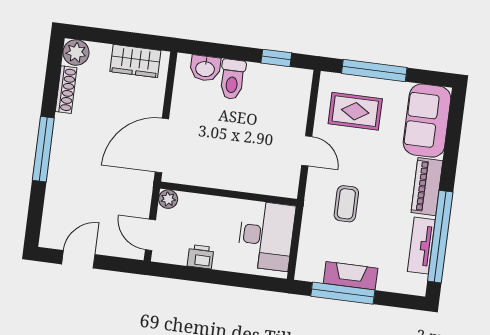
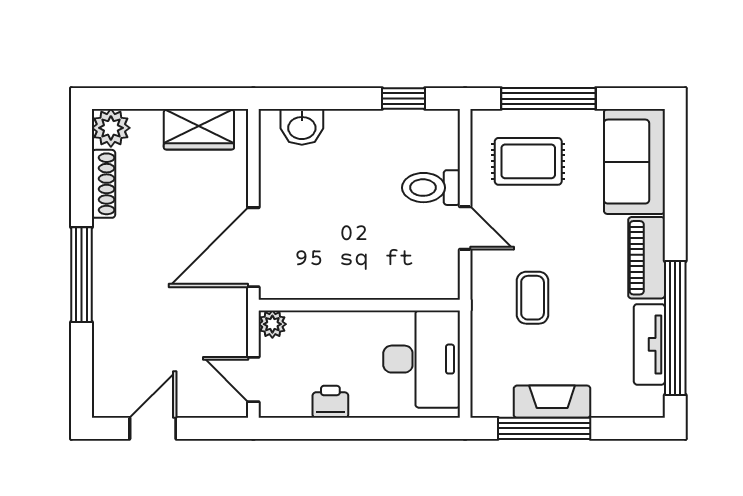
toilet: (232, 79) -> (431, 188), moved, turned 90

